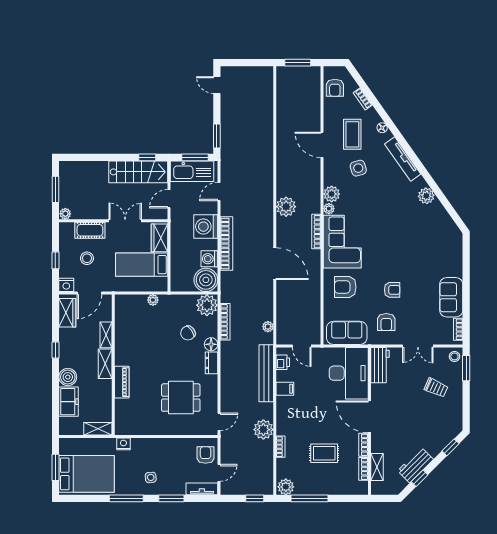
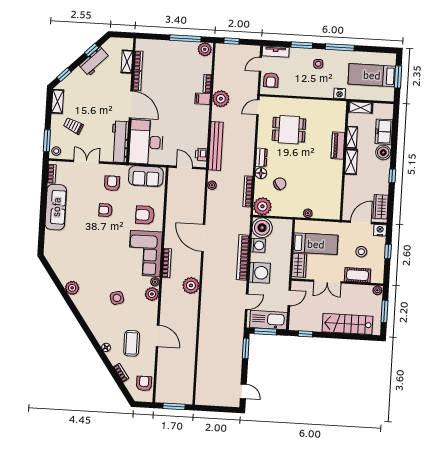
tv unit: (403, 159) -> (90, 320), removed
side table: (358, 168) -> (117, 298), moved
stairs: (138, 172) -> (347, 324), moved
armchair: (345, 287) -> (145, 215), turned 180
sofa: (451, 297) -> (56, 207), width x1.36
shelving: (106, 335) -> (352, 137), moved
workbench: (380, 365) -> (120, 142), width x1.38
filing cabinet: (285, 389) -> (203, 99), moved
shelving: (456, 415) -> (58, 101), added
rug: (324, 453) -> (171, 76), removed
bed: (87, 474) -> (372, 75), width x0.67

